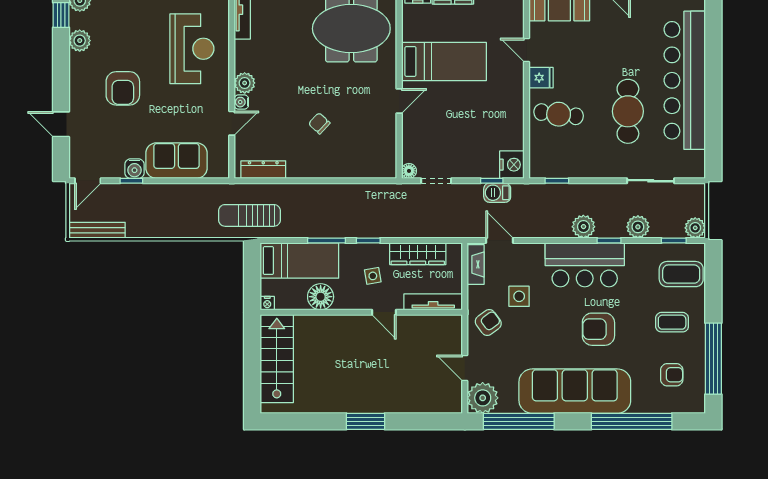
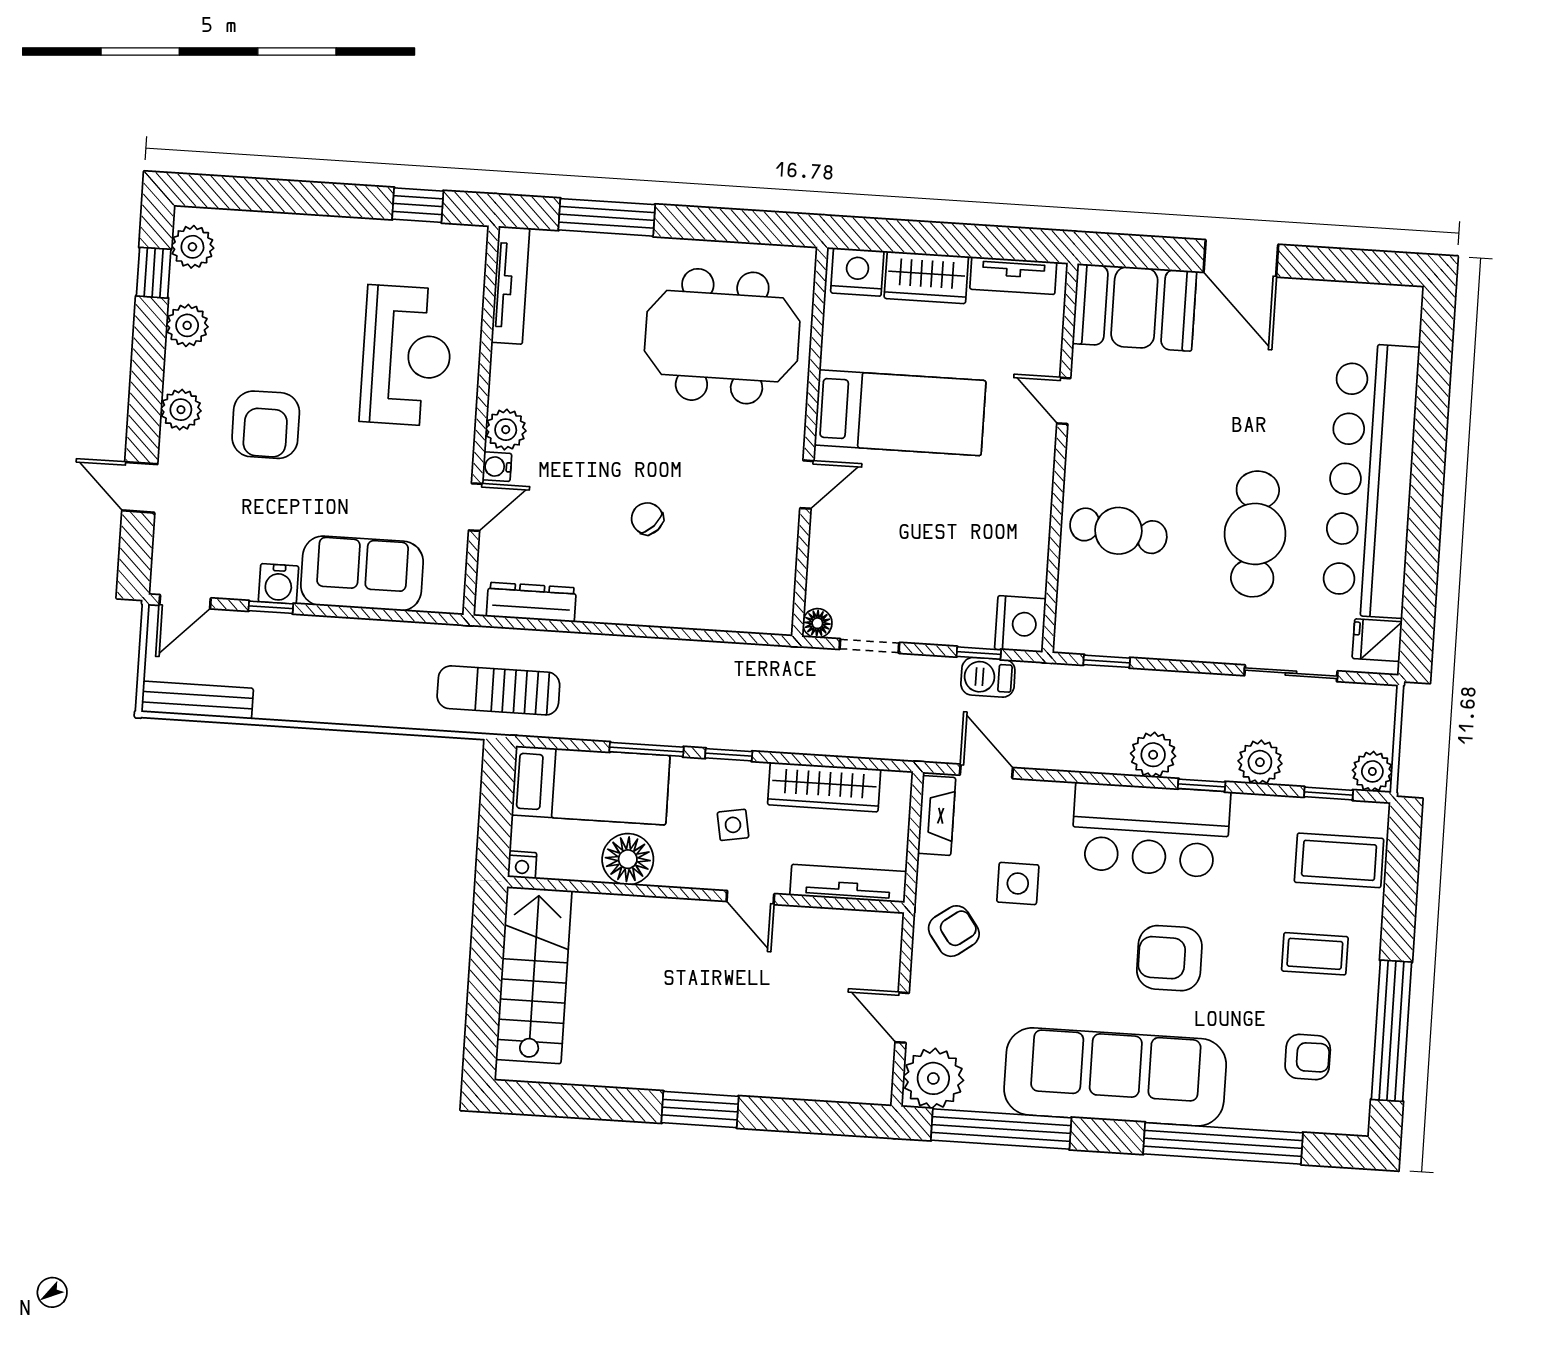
fridge: (541, 78) -> (1377, 640), moved, turned 180
plant: (79, 83) -> (181, 410), added

